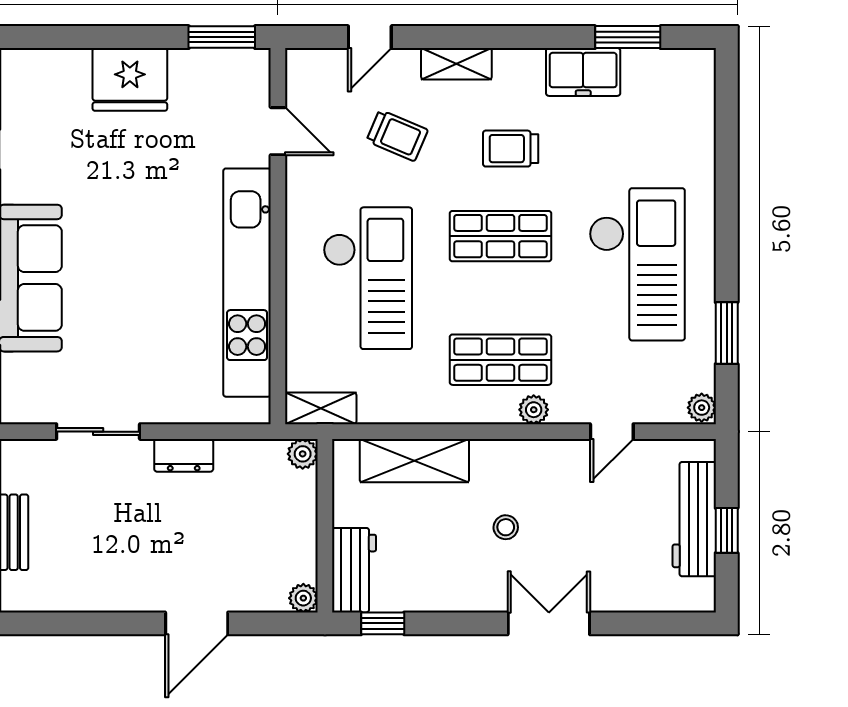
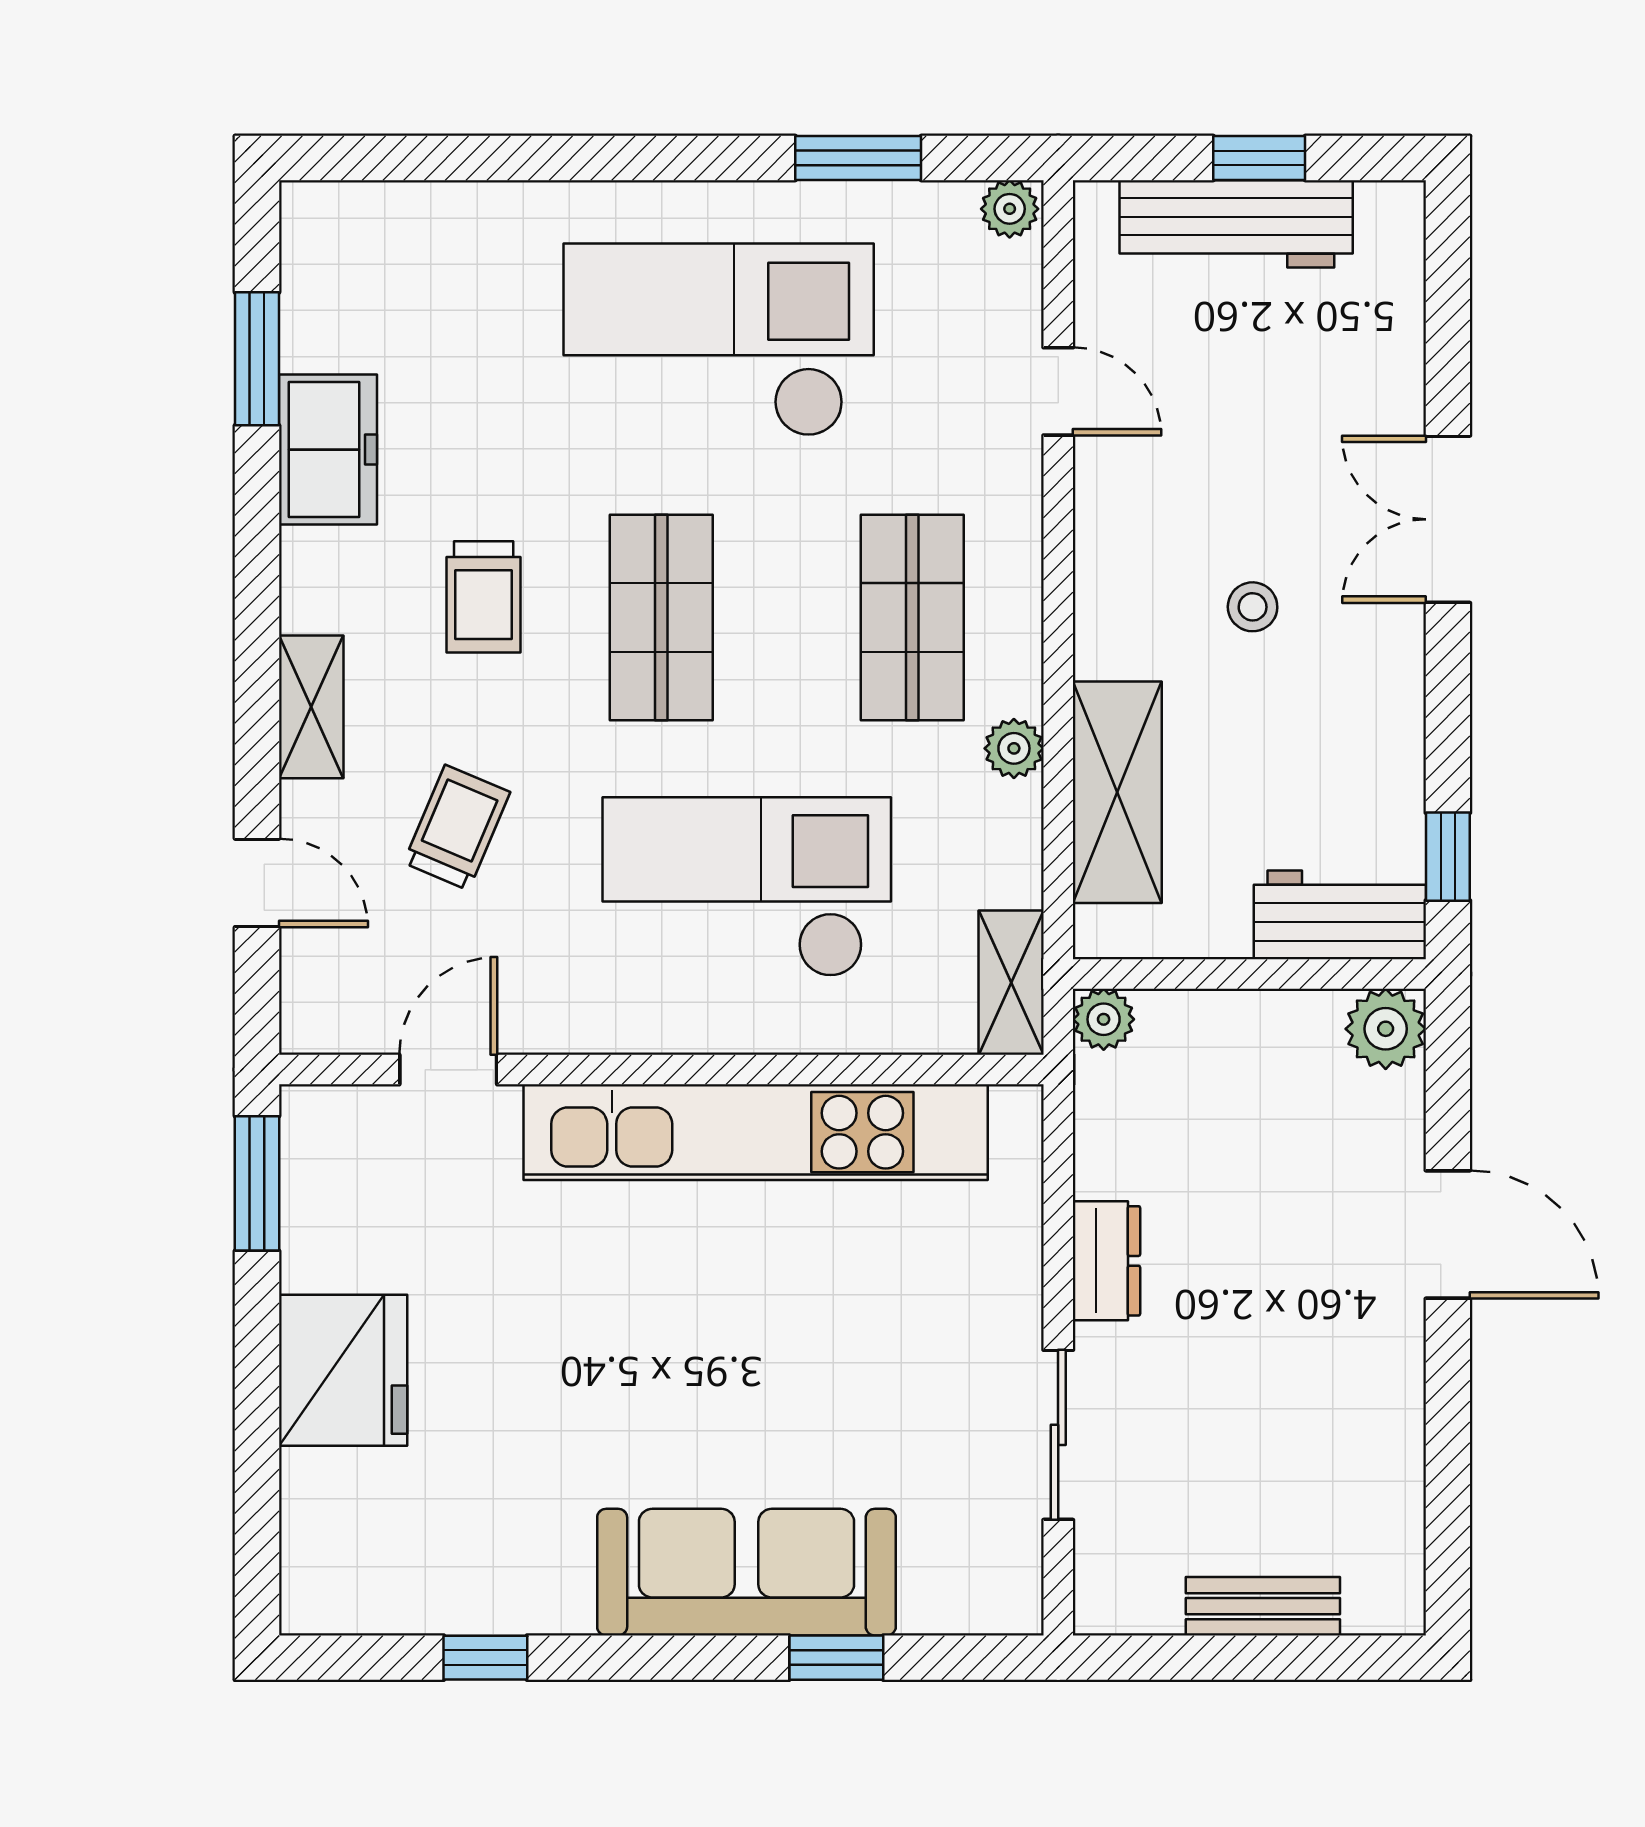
plant: (534, 410) -> (1014, 748), moved
plant: (303, 598) -> (1386, 1029), width x1.38, depth x1.38

